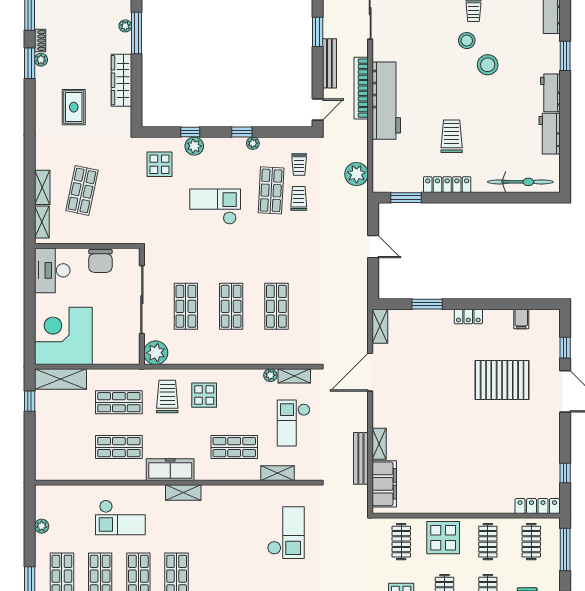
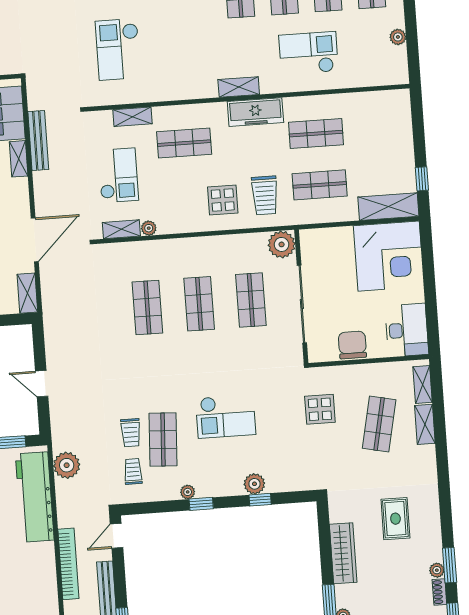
workbench: (386, 101) -> (35, 497), moved
display table: (160, 164) -> (320, 409), moved

